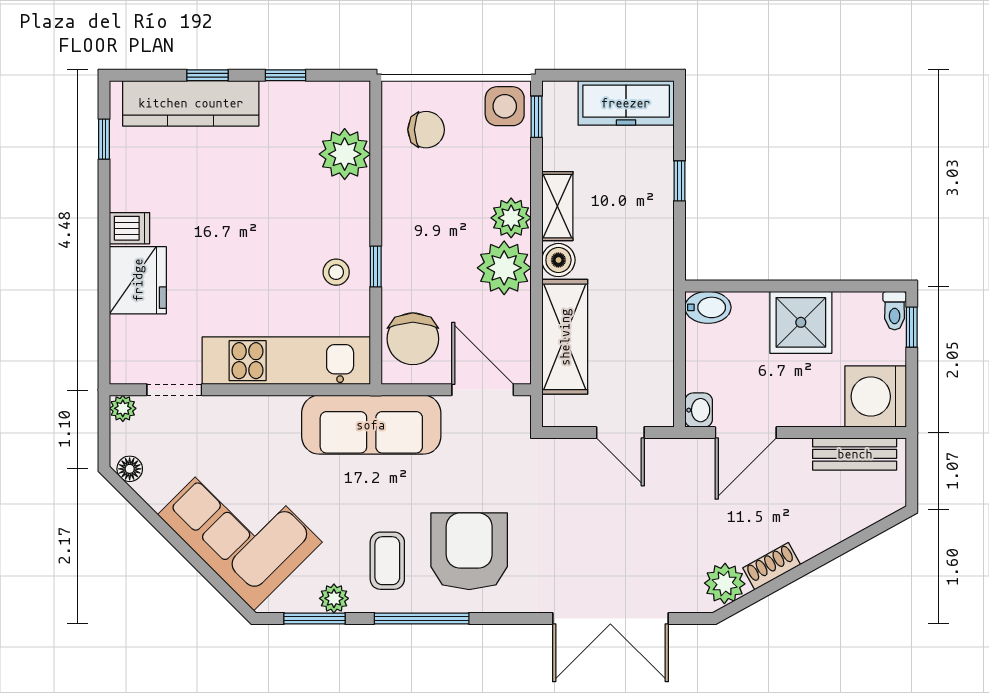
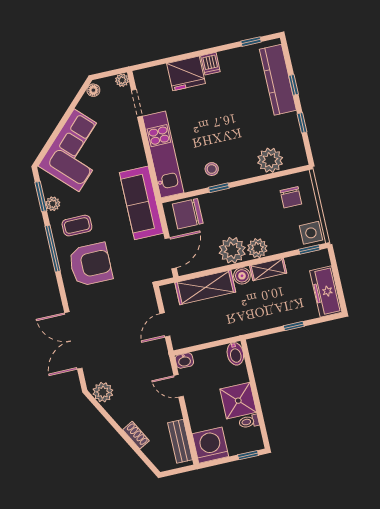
toilet: (895, 311) -> (249, 421), moved
door: (746, 433) -> (179, 386), width x0.73
shoe rack: (772, 566) -> (136, 435), moved

